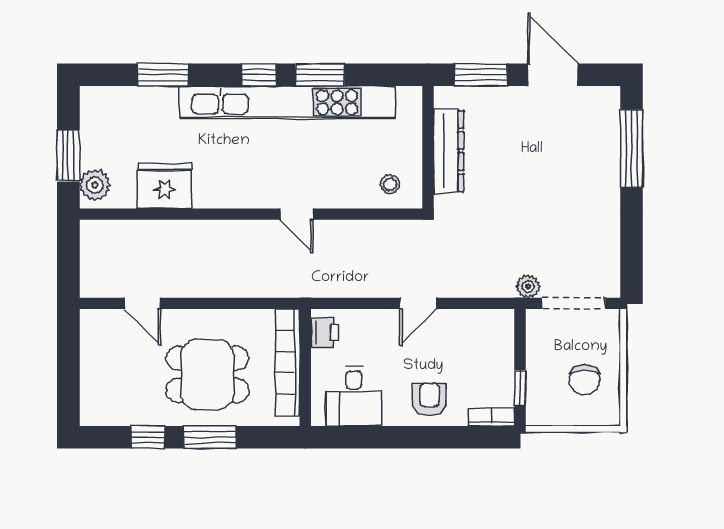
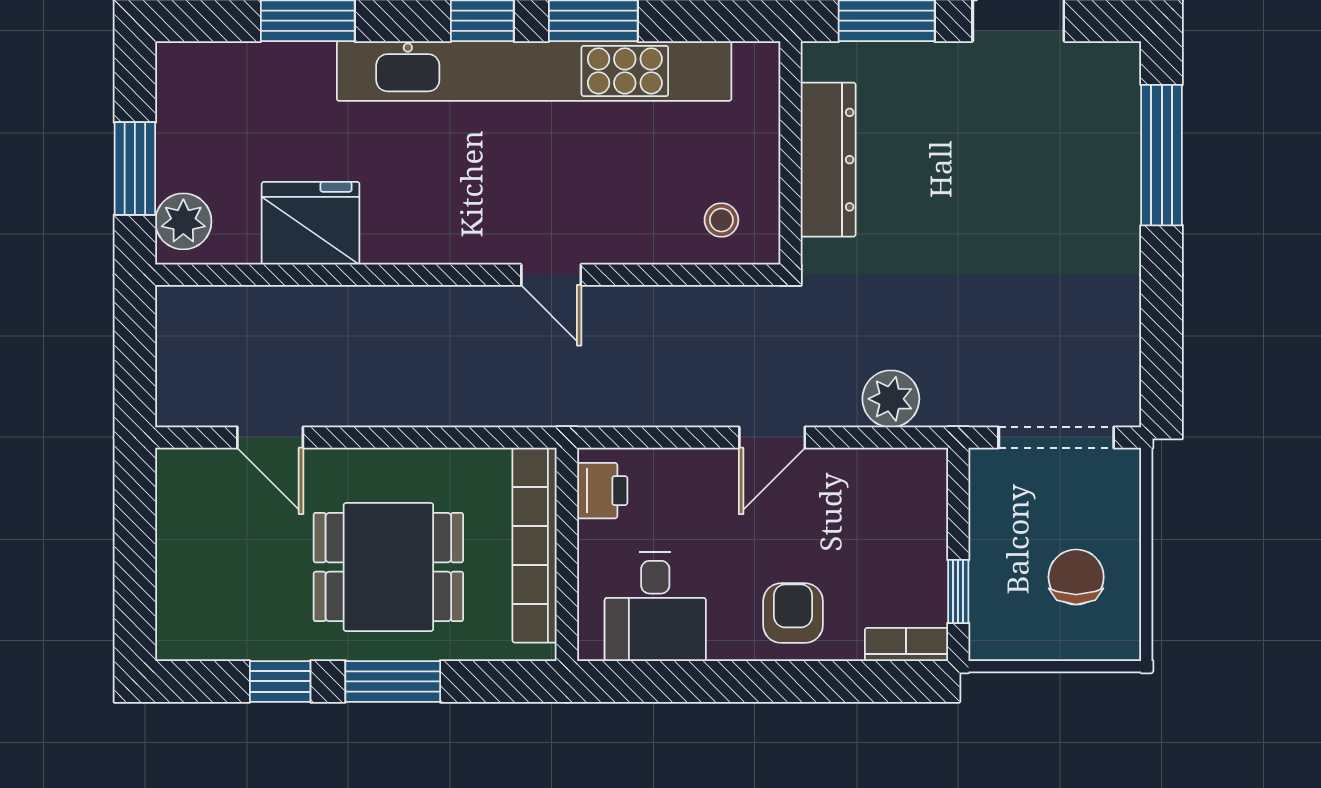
plant: (528, 286) -> (891, 399), moved, width x1.38, depth x1.38
chair: (585, 380) -> (1076, 577), turned 180

